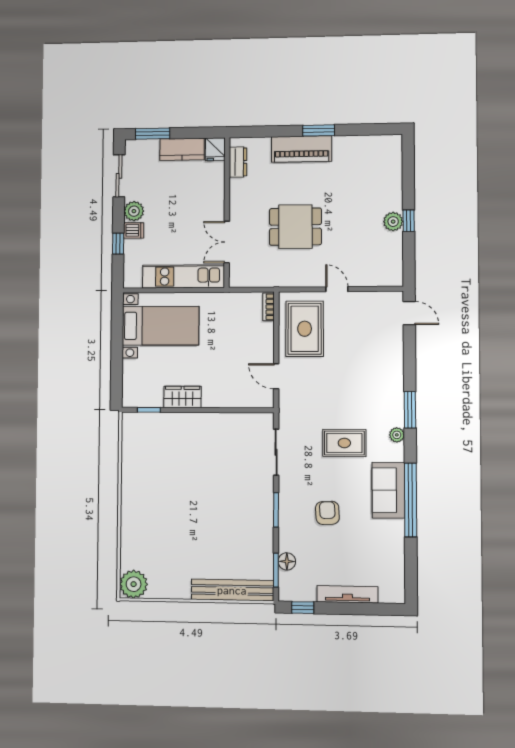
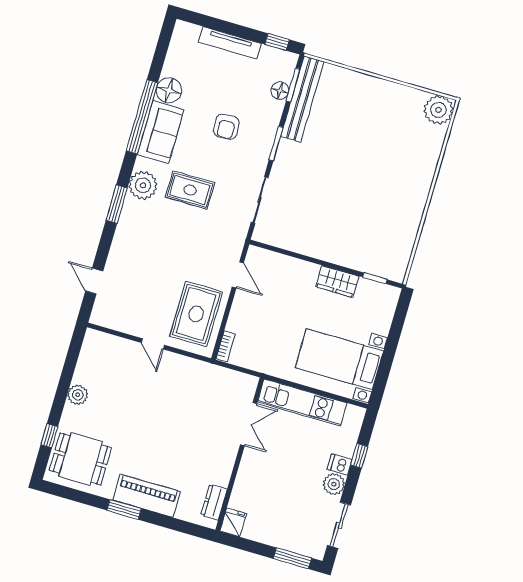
kitchen counter: (182, 149) -> (267, 533), removed
window: (409, 221) -> (49, 436), moved
dining table: (295, 227) -> (80, 459), moved
door: (409, 313) -> (94, 281), moved
plant: (397, 435) -> (143, 185), width x1.88, depth x1.88
floor lamp: (392, 532) -> (169, 90), added
bench: (232, 590) -> (302, 99), moved, turned 90

